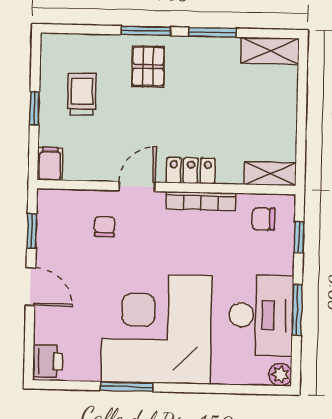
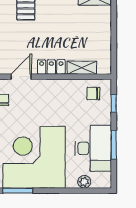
shelving: (270, 174) -> (82, 68), moved
bookcase: (201, 201) -> (57, 84), removed
plant: (280, 375) -> (84, 182), moved

